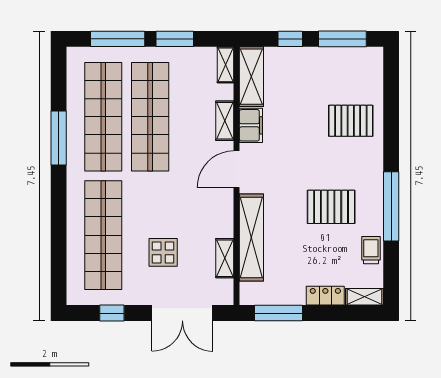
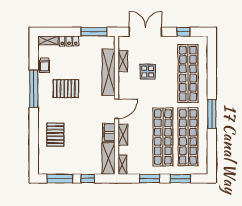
window: (118, 39) -> (180, 179), width x0.69
pallet: (351, 121) -> (55, 135), turned 90
window: (59, 138) -> (212, 114), moved
display table: (163, 252) -> (148, 72), moved

